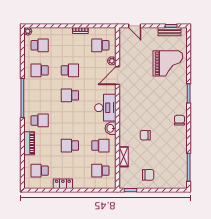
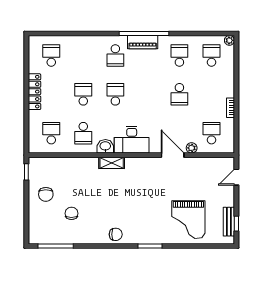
school desk: (40, 45) -> (211, 56), turned 180
school desk: (70, 95) -> (115, 94), moved
chair: (145, 135) -> (71, 213), moved
piano: (29, 143) -> (143, 42), moved
shelving: (124, 157) -> (112, 163), moved
locker: (63, 184) -> (34, 92), width x1.53

